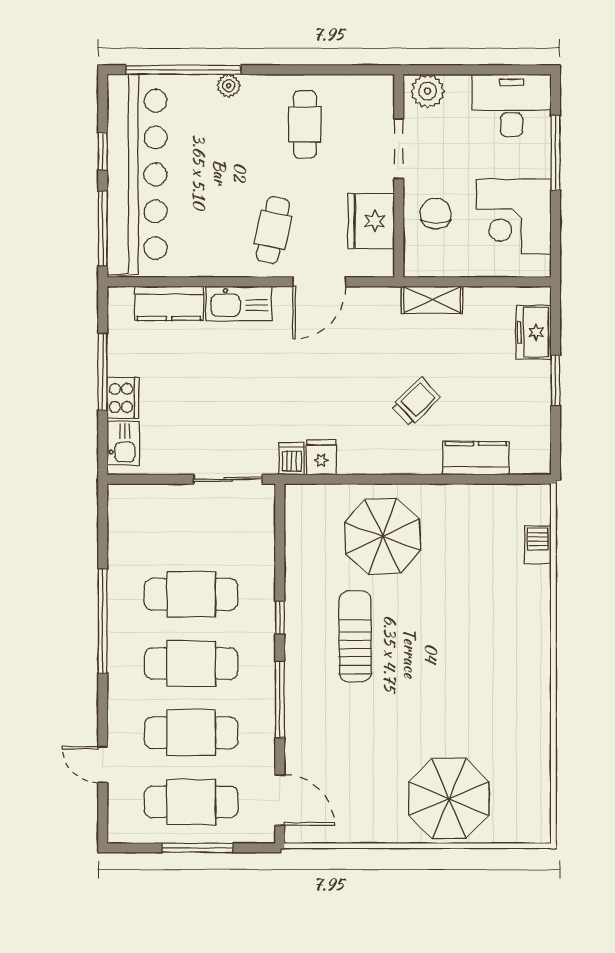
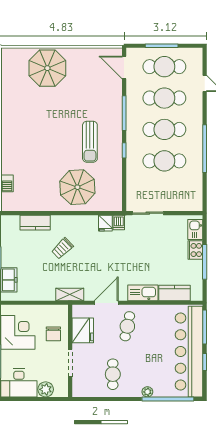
plant: (428, 91) -> (46, 389), moved
shelving: (432, 300) -> (70, 295), moved

